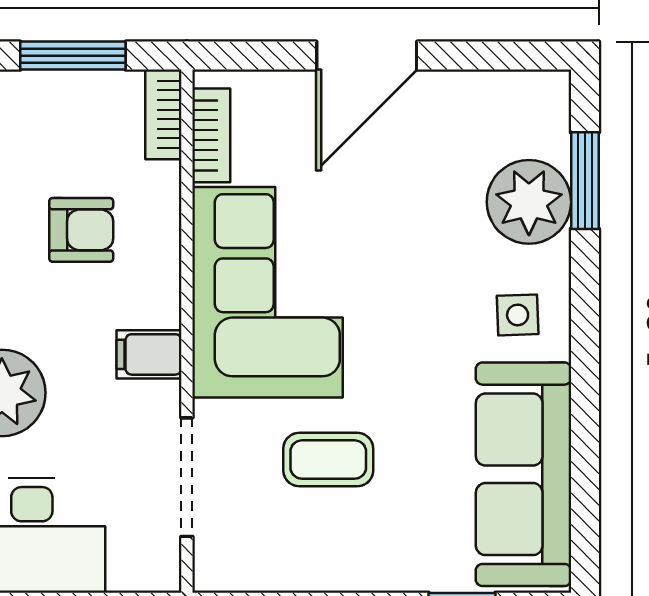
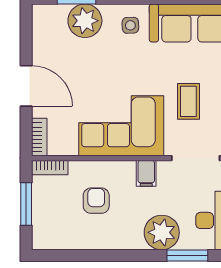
bookcase: (211, 135) -> (39, 137), moved, turned 90

